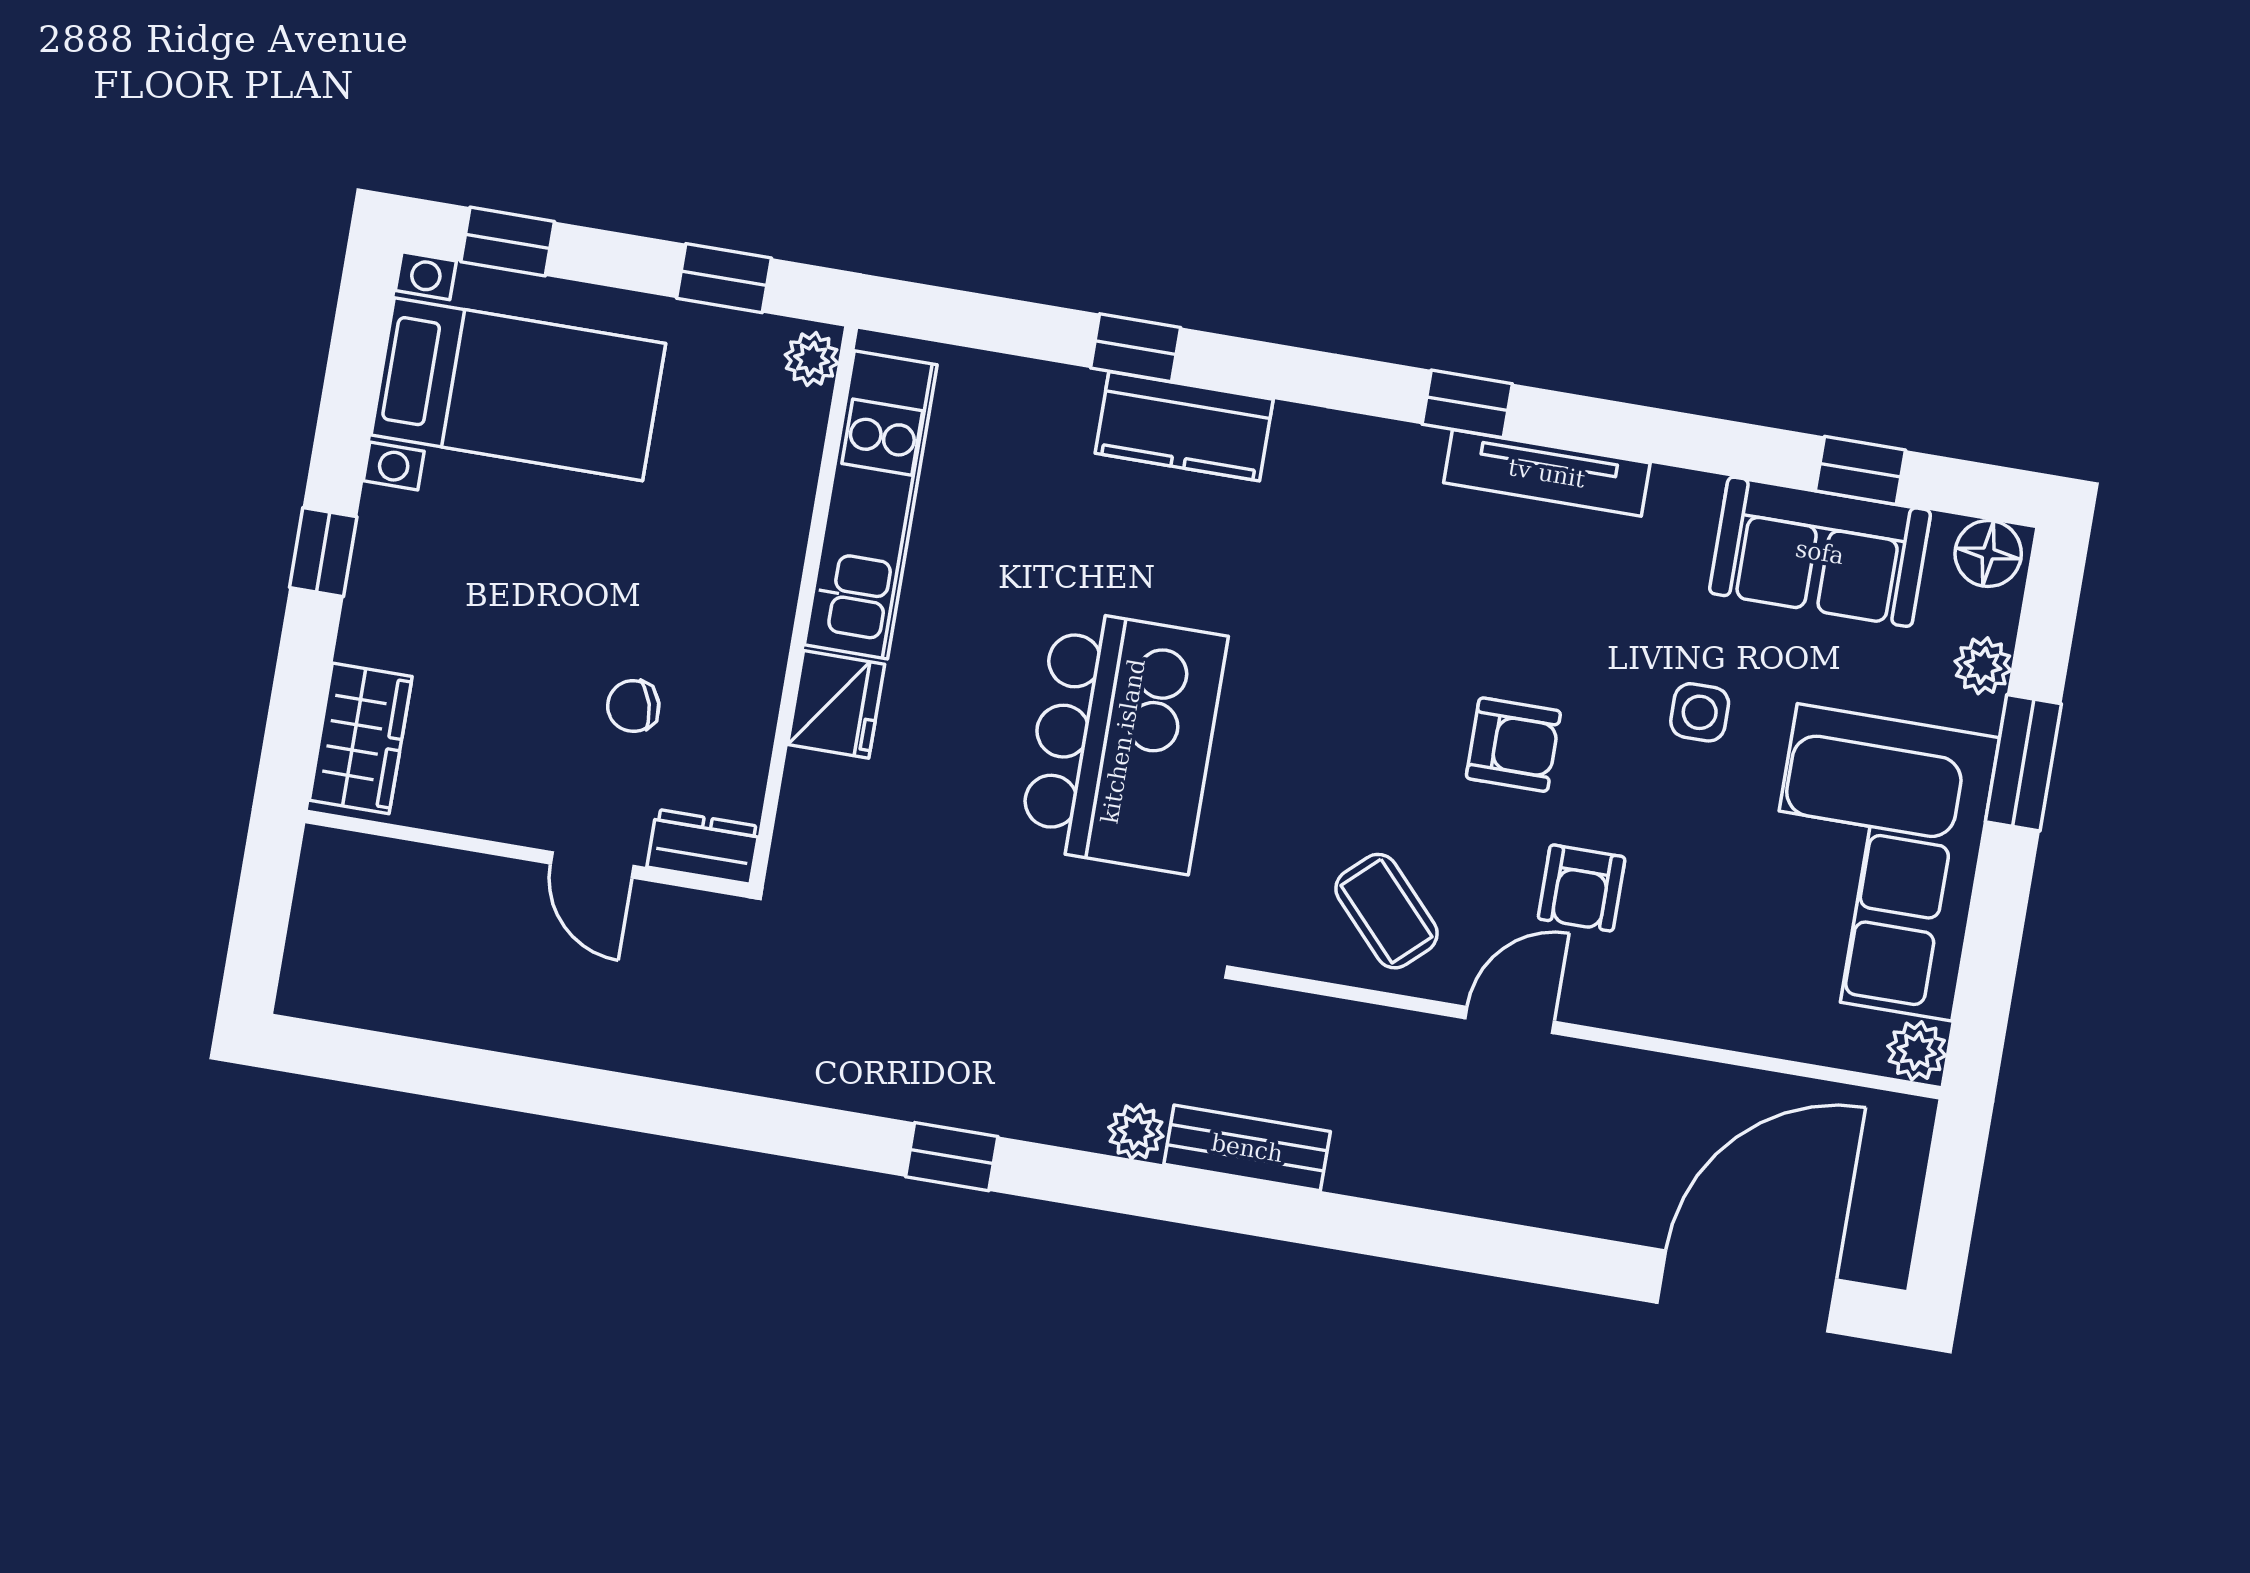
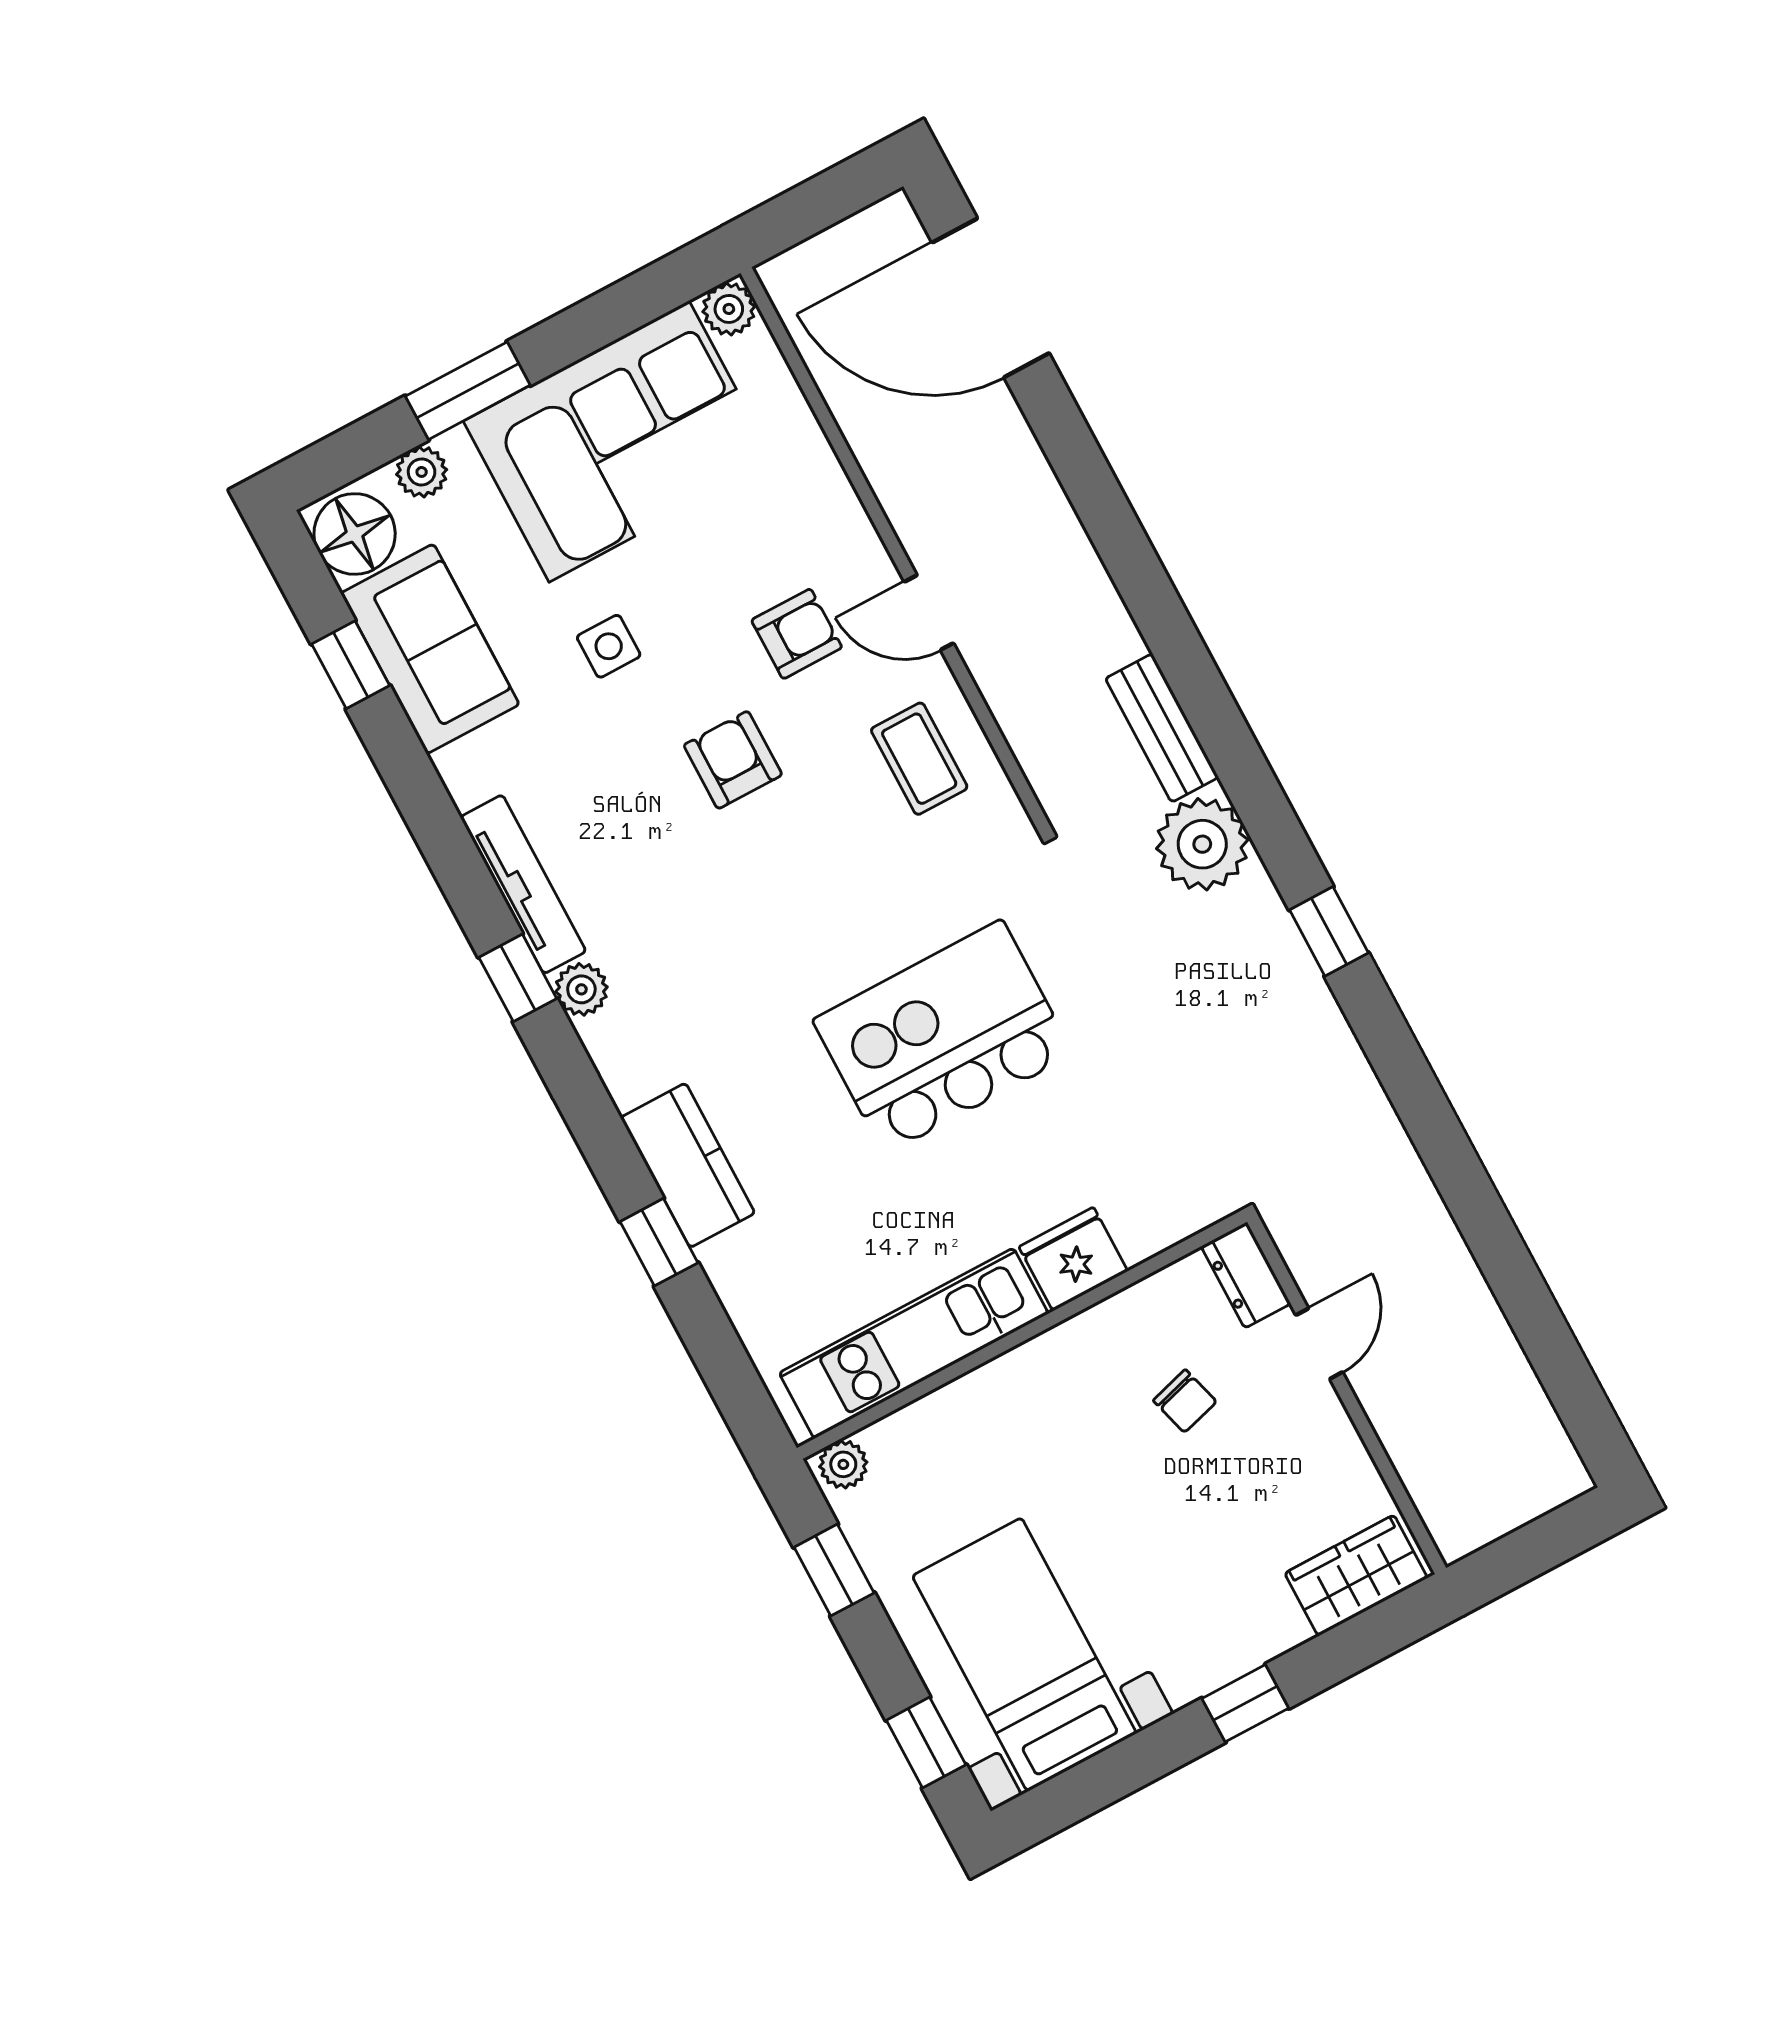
plant: (1413, 453) -> (581, 989), added
floor lamp: (1988, 554) -> (355, 534), width x1.38, depth x1.38
coffee table: (1386, 911) -> (919, 759), turned -47
plant: (1136, 1132) -> (1202, 844), width x1.88, depth x1.88

